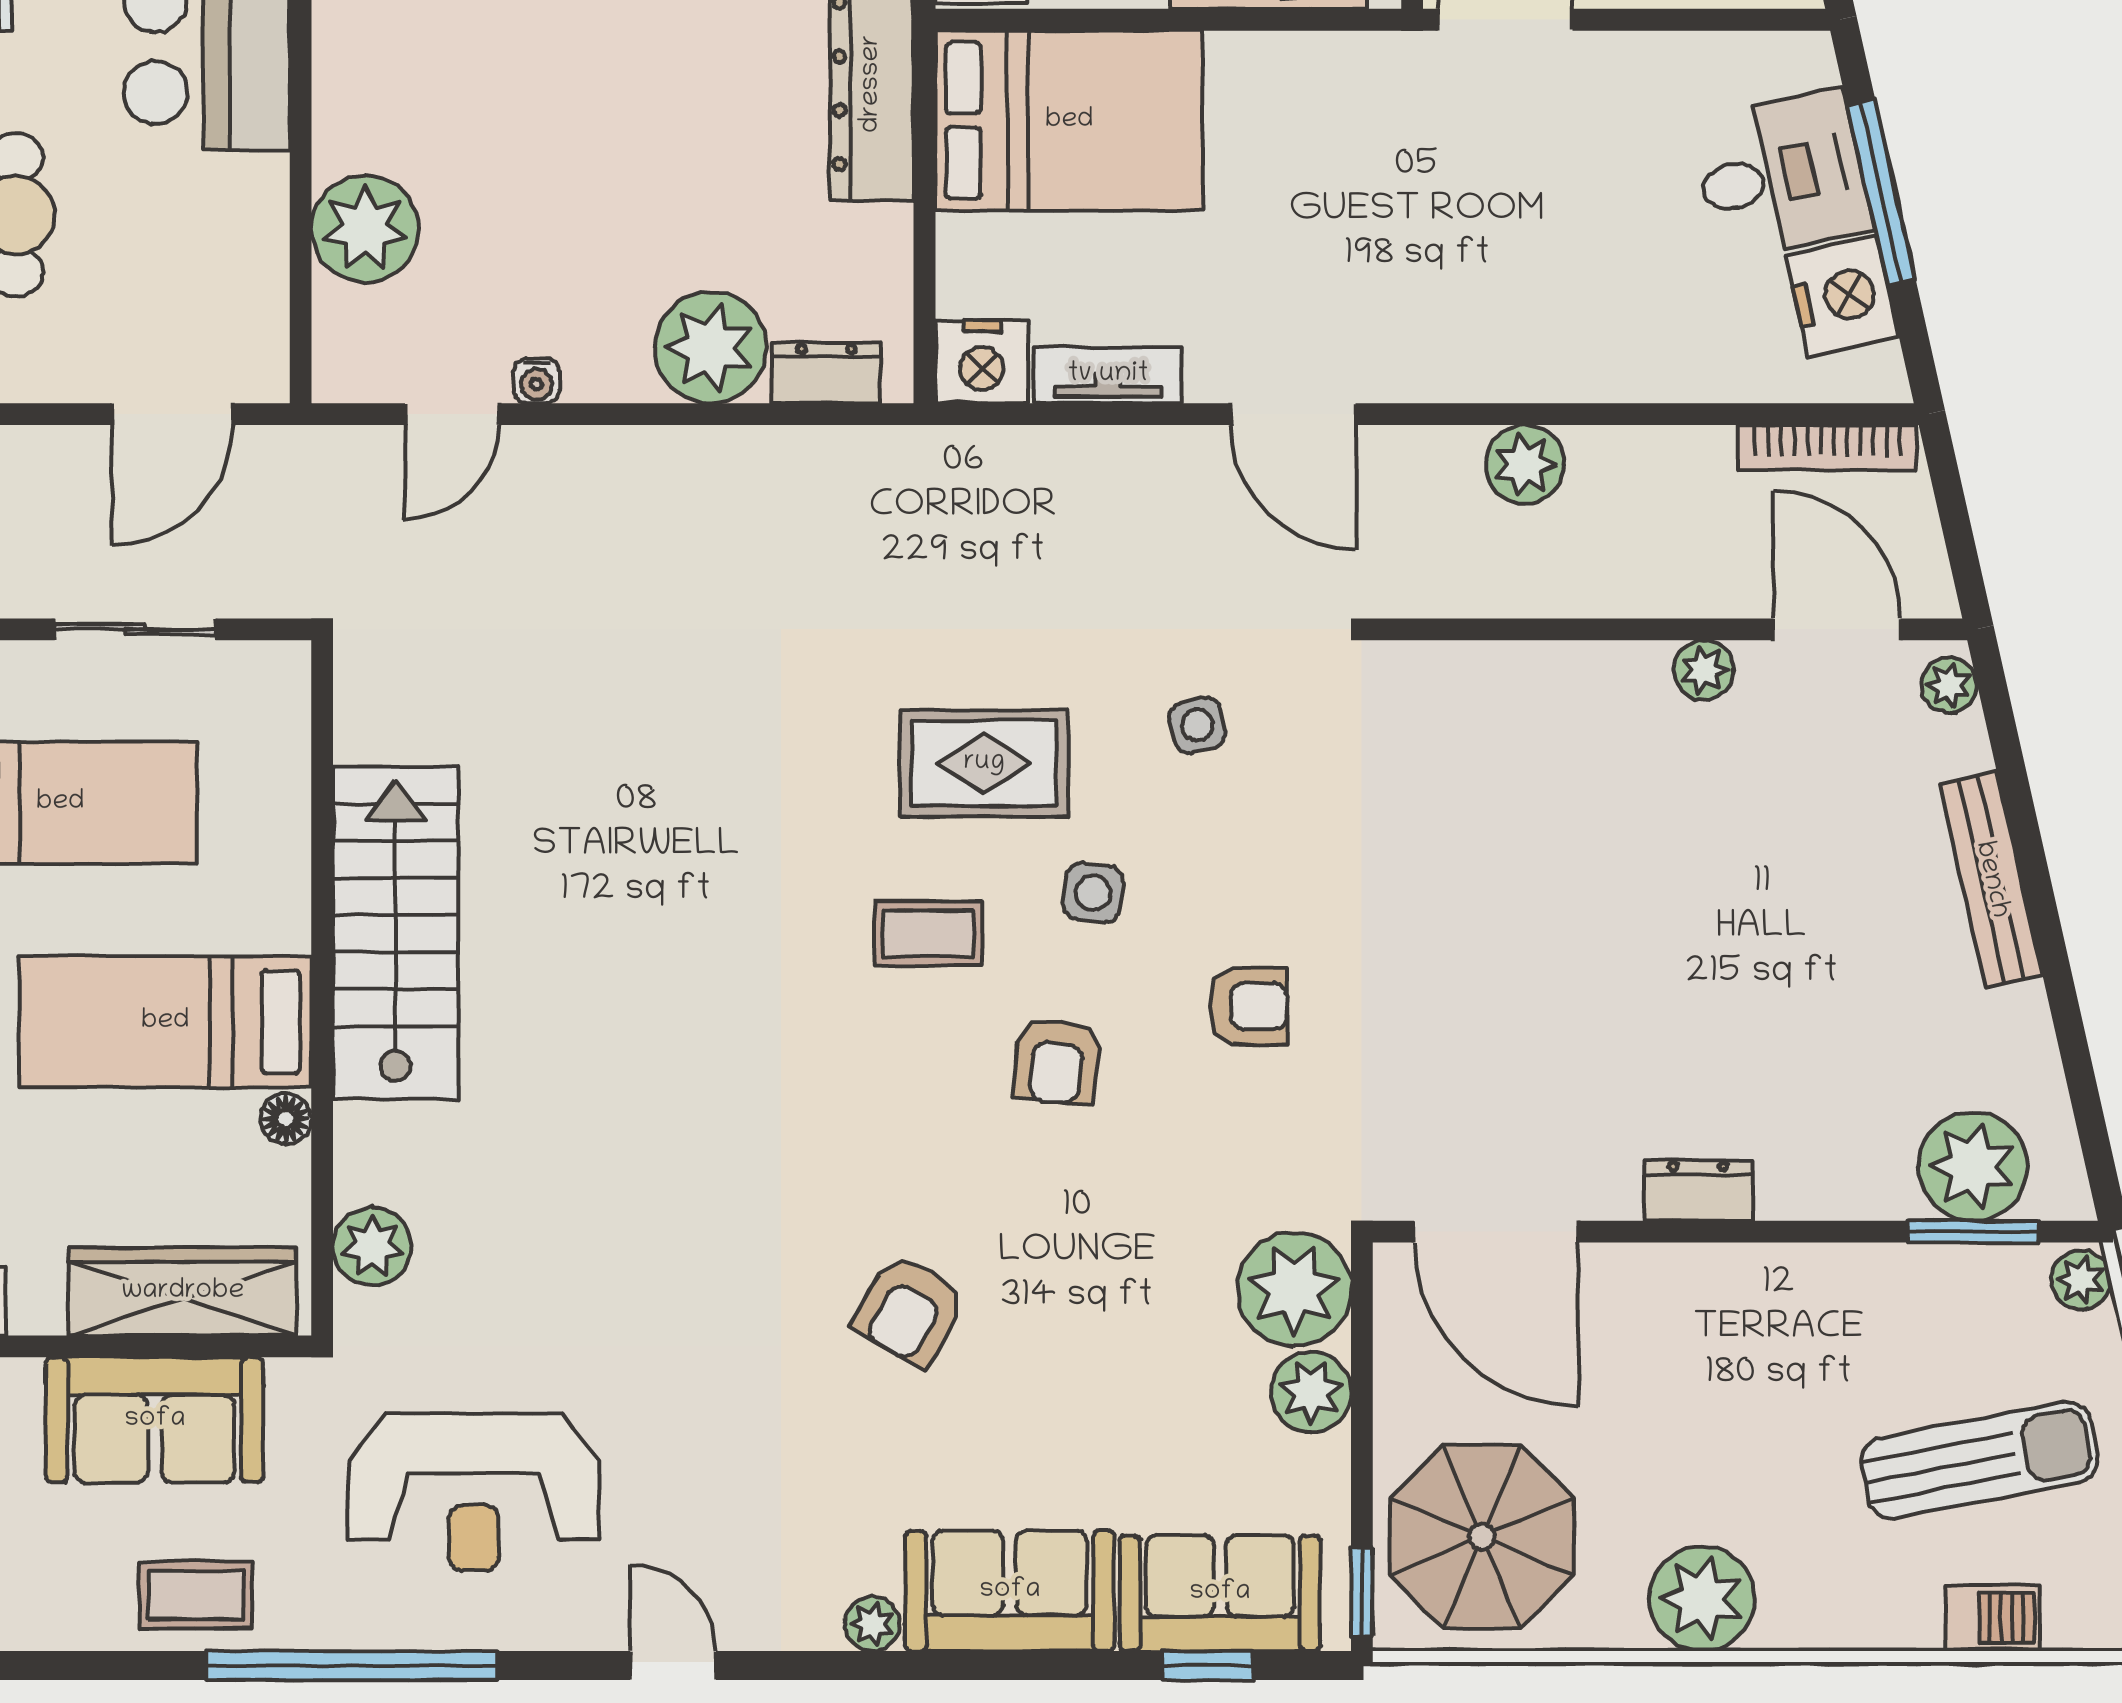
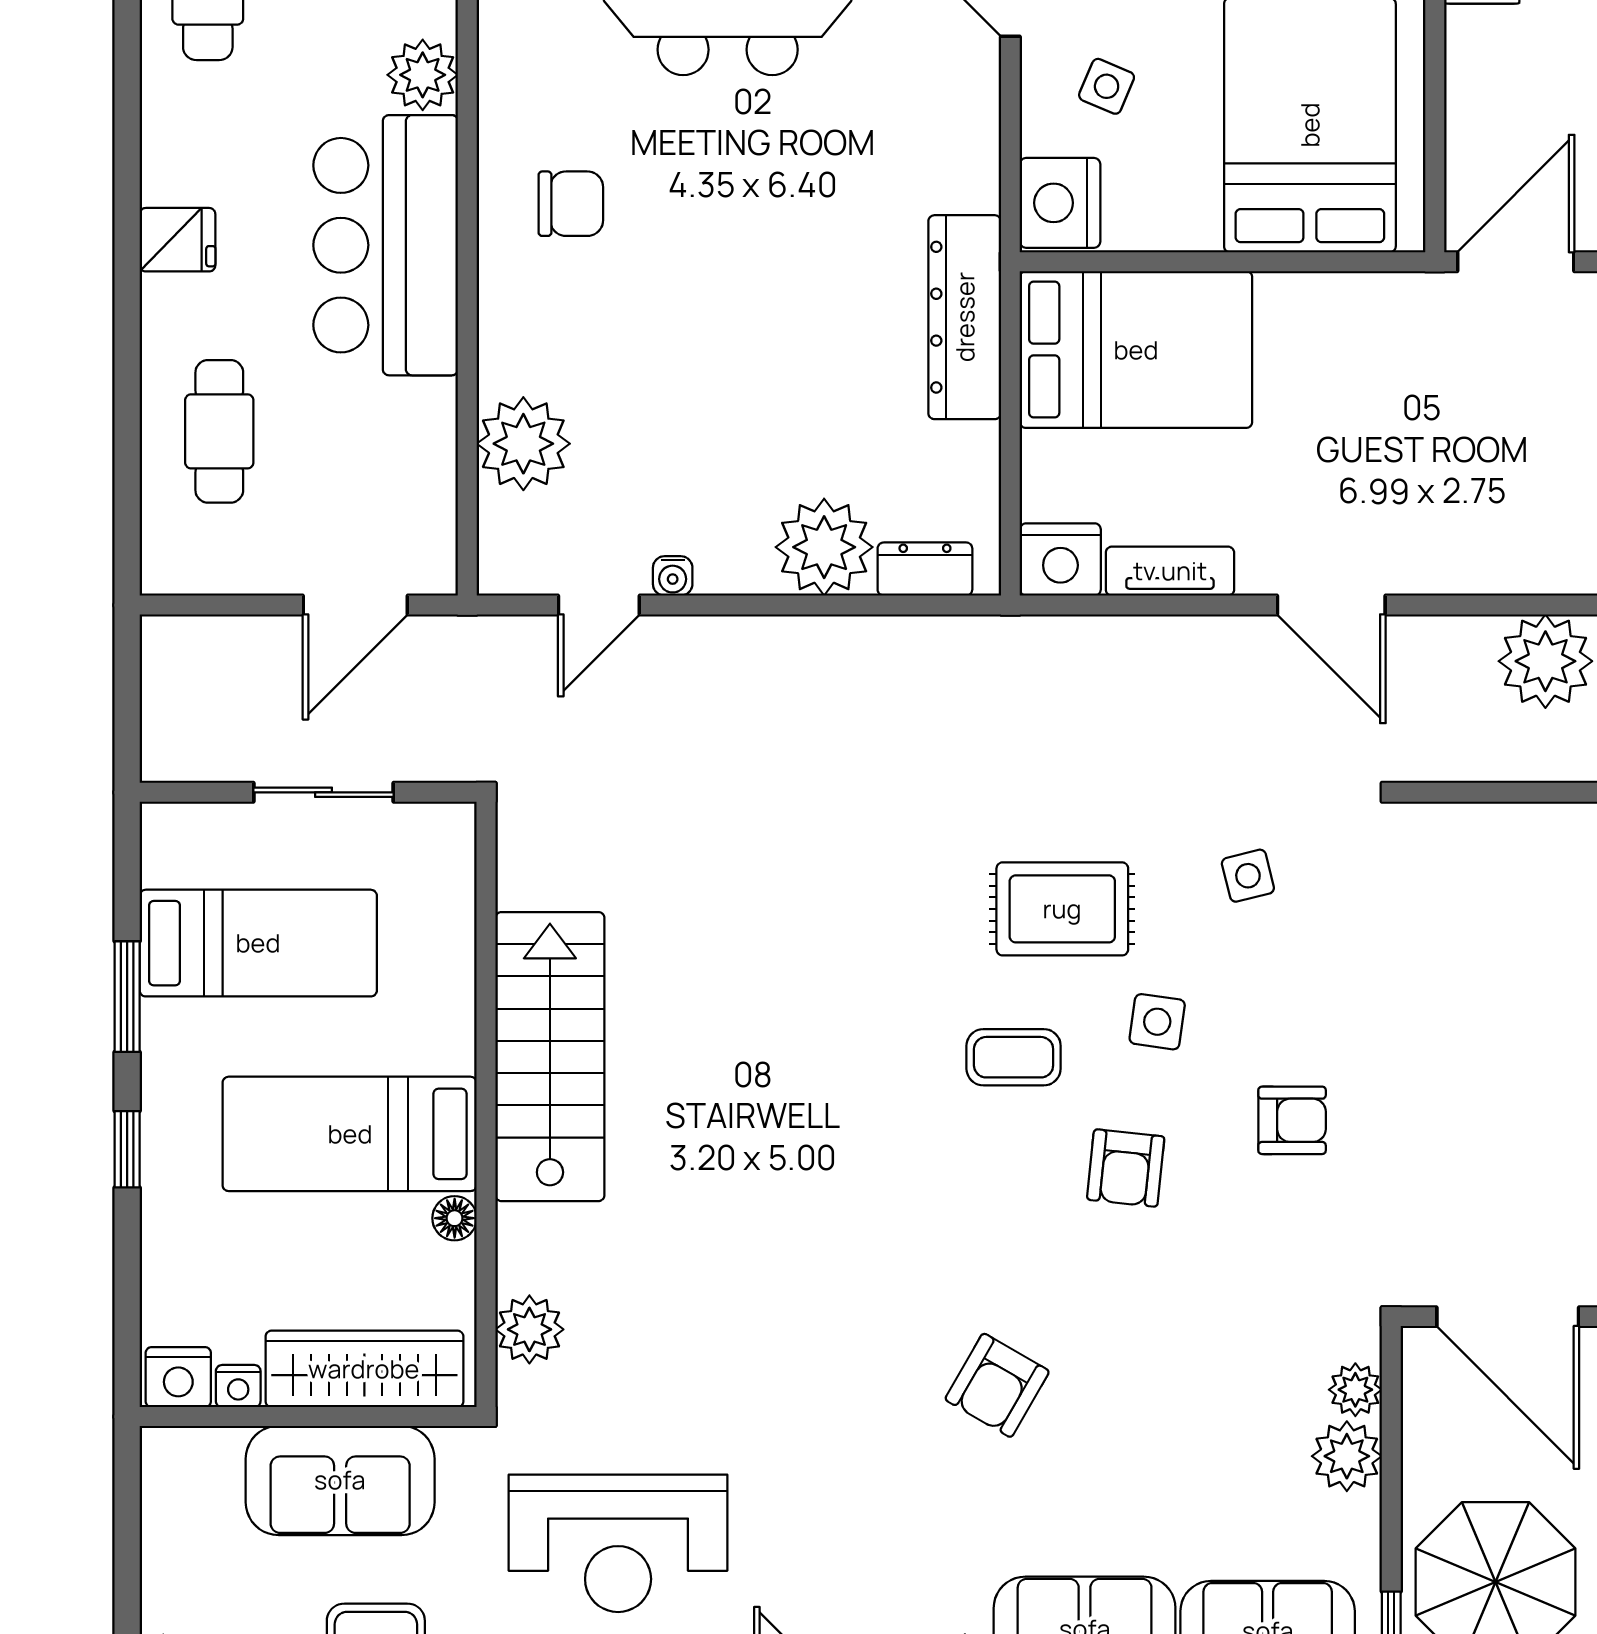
plant: (1525, 464) -> (1545, 661), width x1.36, depth x1.36
plant: (1294, 1289) -> (1355, 1390), width x0.53, depth x0.53
nightstand: (37, 1311) -> (238, 1386), added

